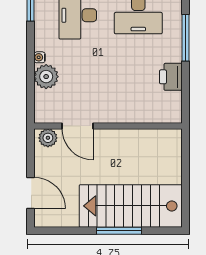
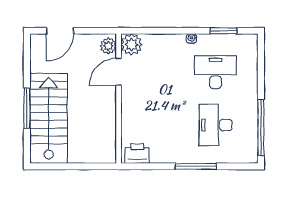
water cooler: (40, 57) -> (191, 39), moved
plant: (46, 77) -> (131, 44), moved
printer: (171, 77) -> (137, 154), moved

